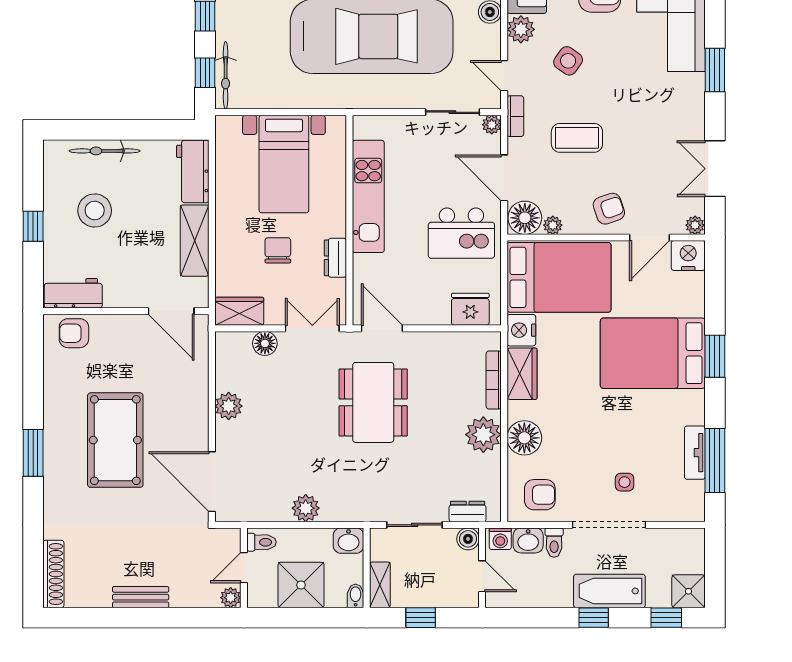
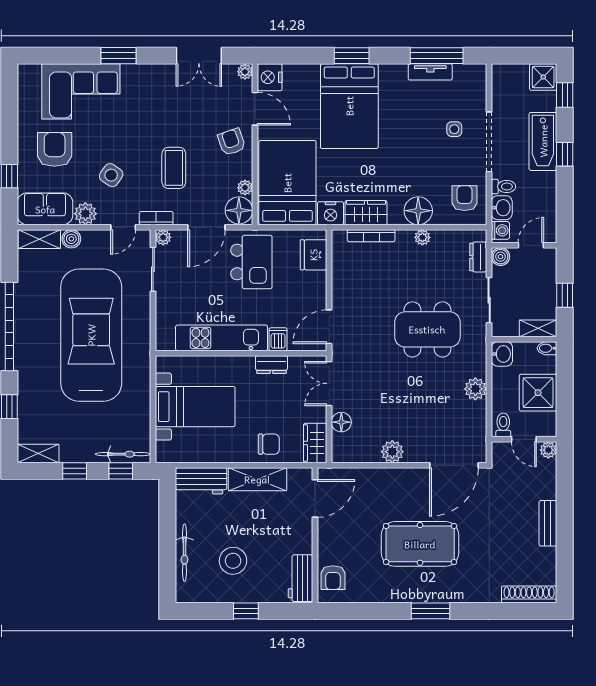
chair: (278, 250) -> (269, 444), moved, turned 180
dishwasher: (367, 266) -> (278, 339), added
dining table: (373, 402) -> (427, 329), moved
plant: (483, 435) -> (422, 237), width x0.53, depth x0.53

